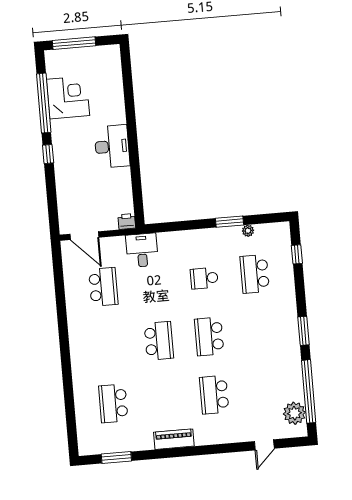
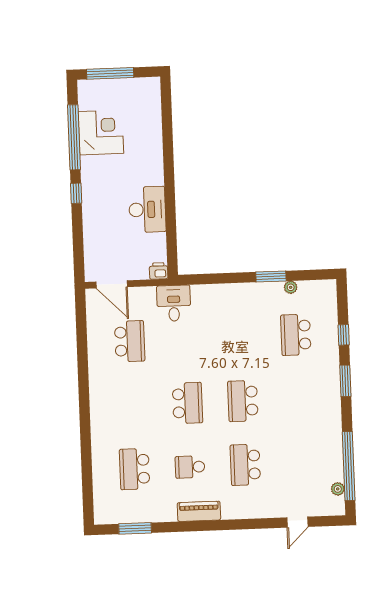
desk: (112, 146) -> (147, 209), moved
window: (297, 254) -> (344, 335), moved
school desk: (204, 278) -> (190, 467), moved
window: (303, 331) -> (345, 381), moved
plant: (294, 413) -> (338, 489), width x0.53, depth x0.53

